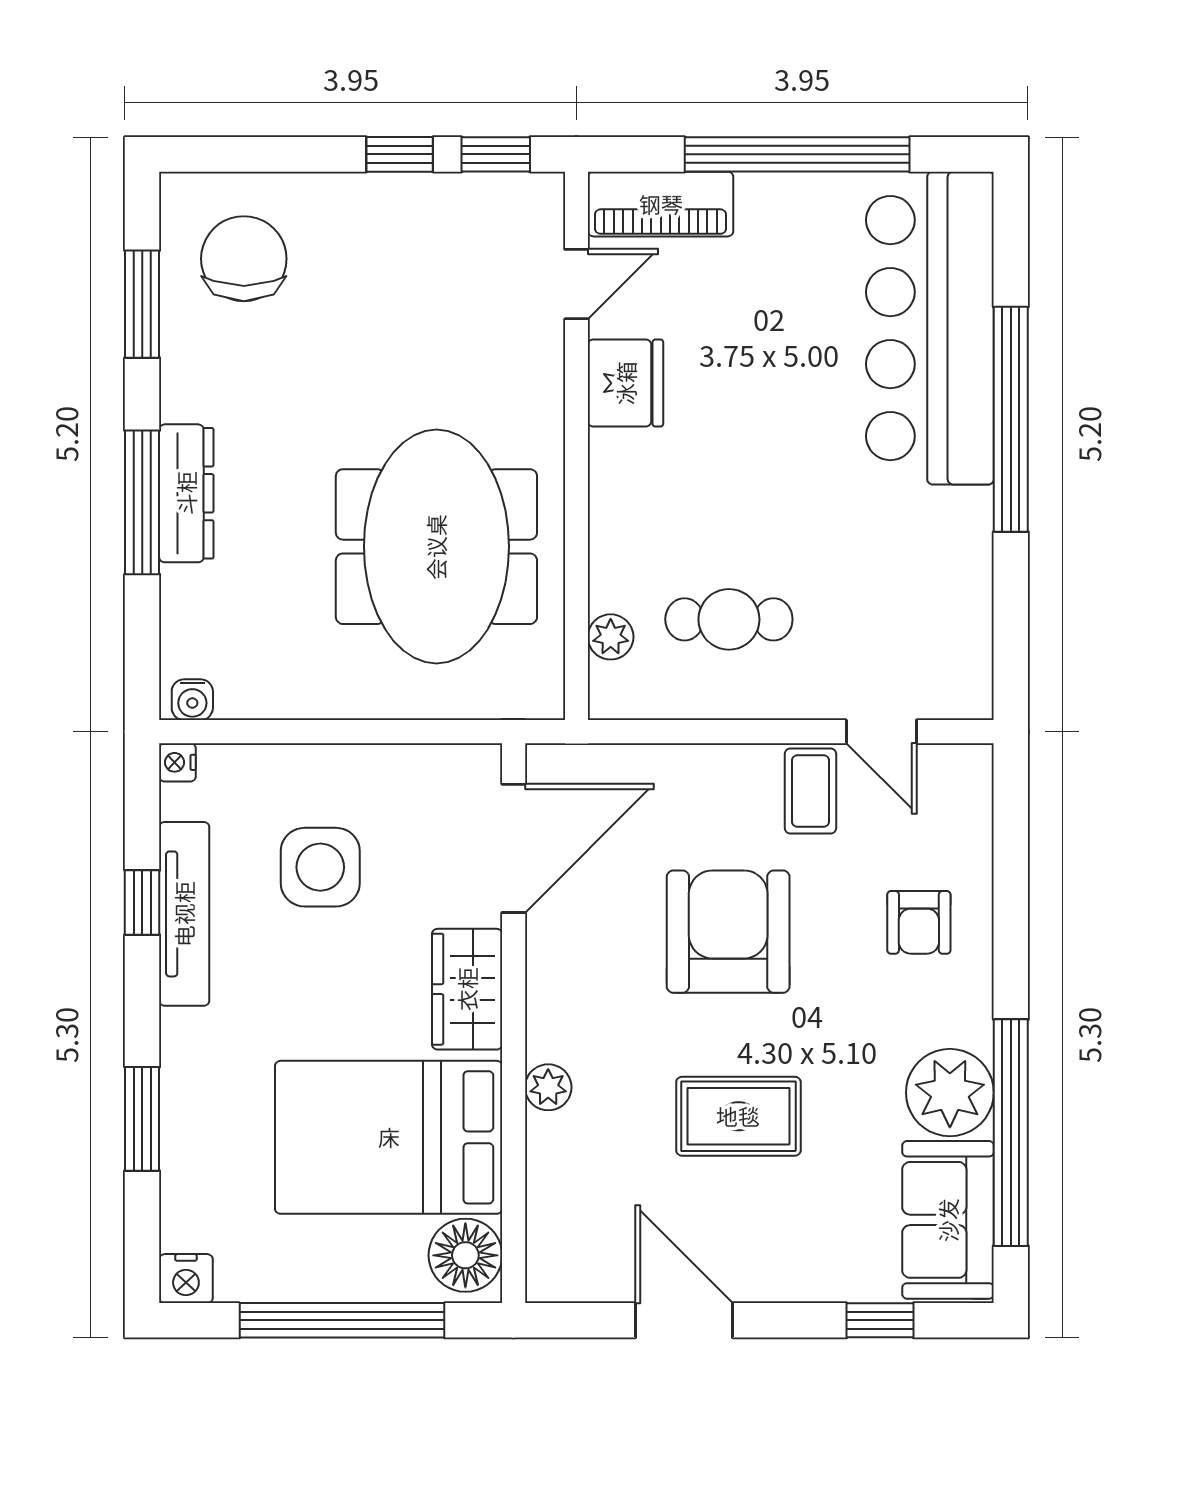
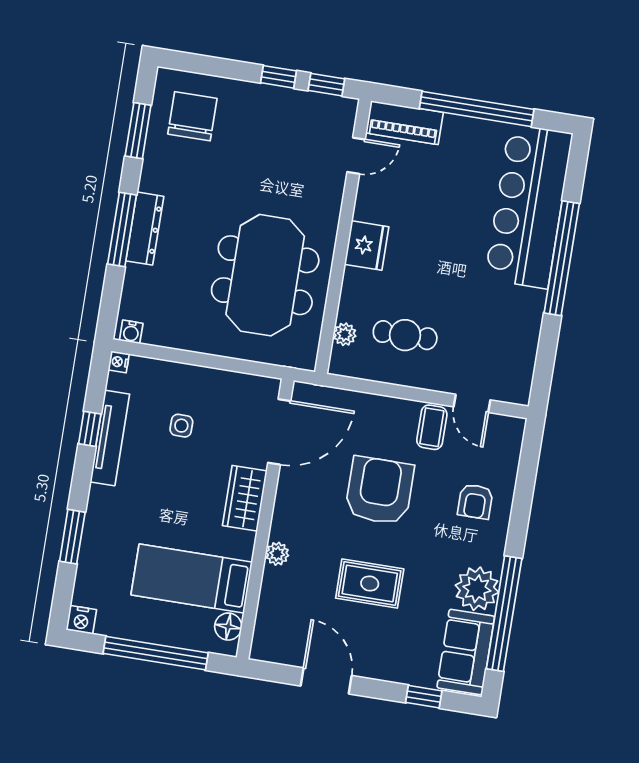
fridge: (626, 383) -> (367, 246), moved
side table: (320, 867) -> (181, 426), width x0.54, depth x0.54
bed: (389, 1137) -> (192, 578), width x0.67
floor lamp: (465, 1255) -> (228, 627), width x0.73, depth x0.73

